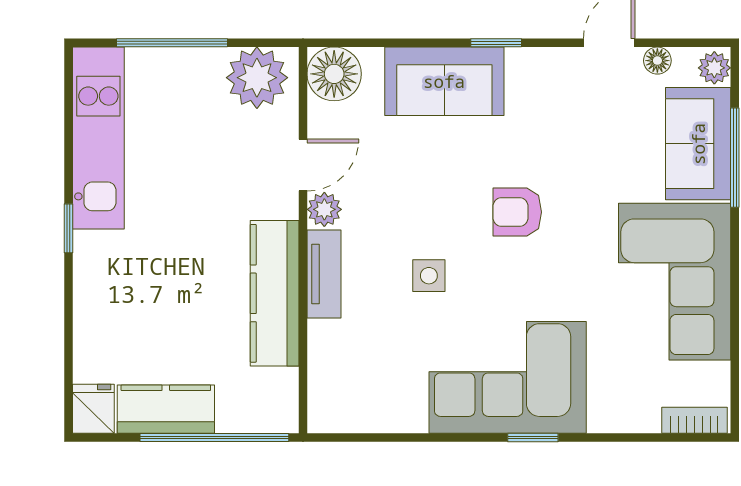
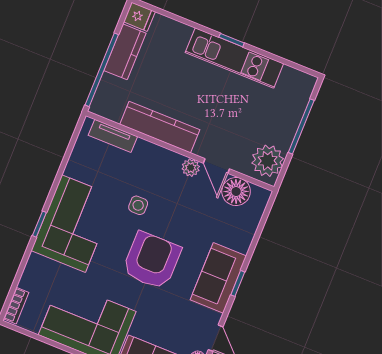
floor lamp: (334, 74) -> (236, 191), moved
sofa: (444, 81) -> (218, 278), moved
kitchen unit: (98, 138) -> (234, 58), moved
armchair: (517, 212) -> (152, 261), width x1.88, depth x1.88
tv unit: (324, 274) -> (113, 136), moved

